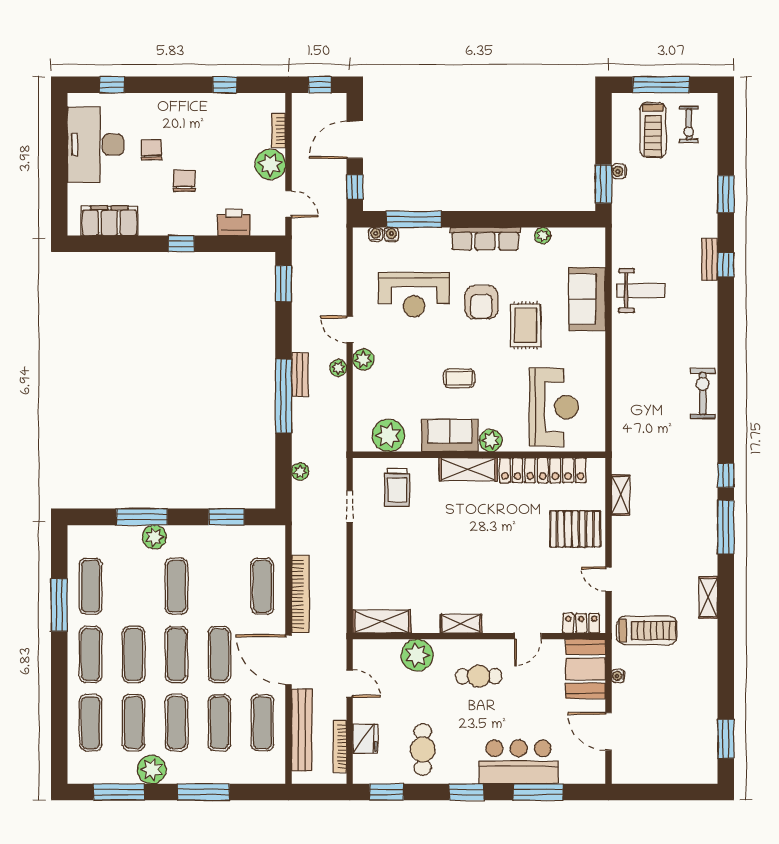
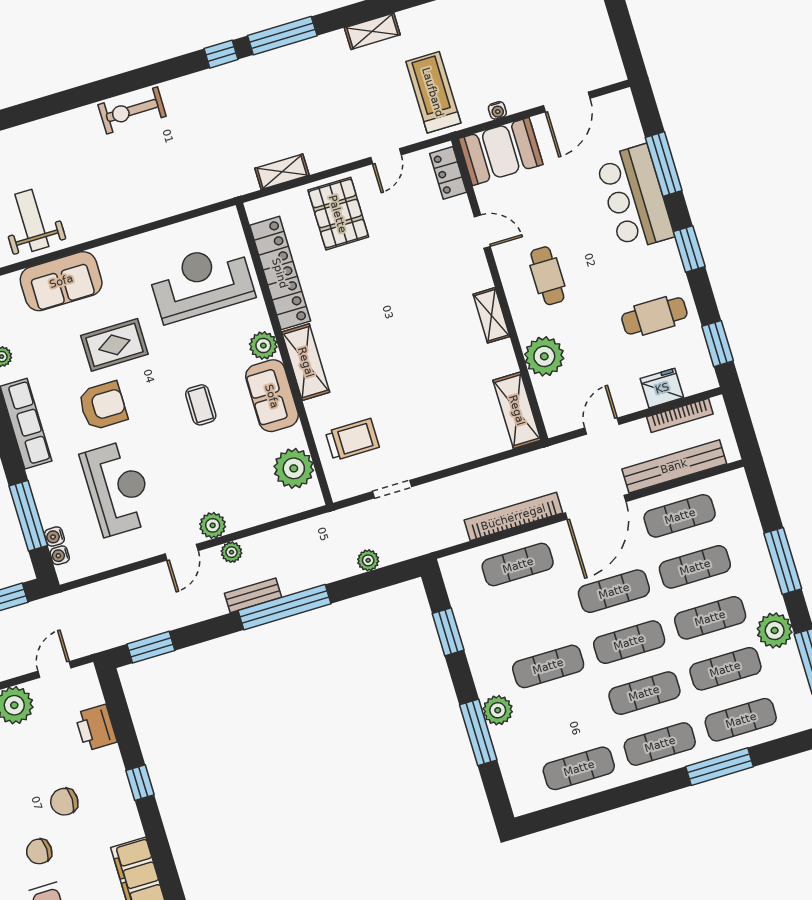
window: (59, 605) -> (720, 767), moved

